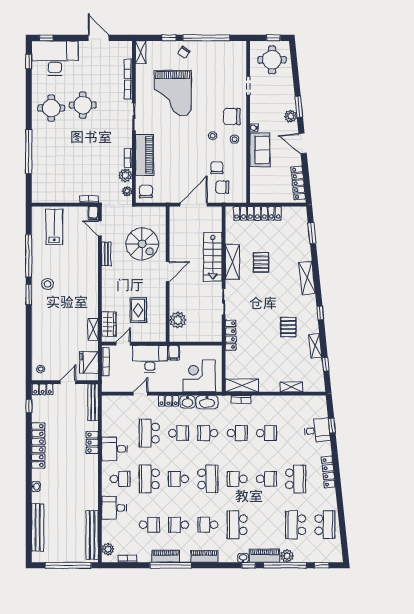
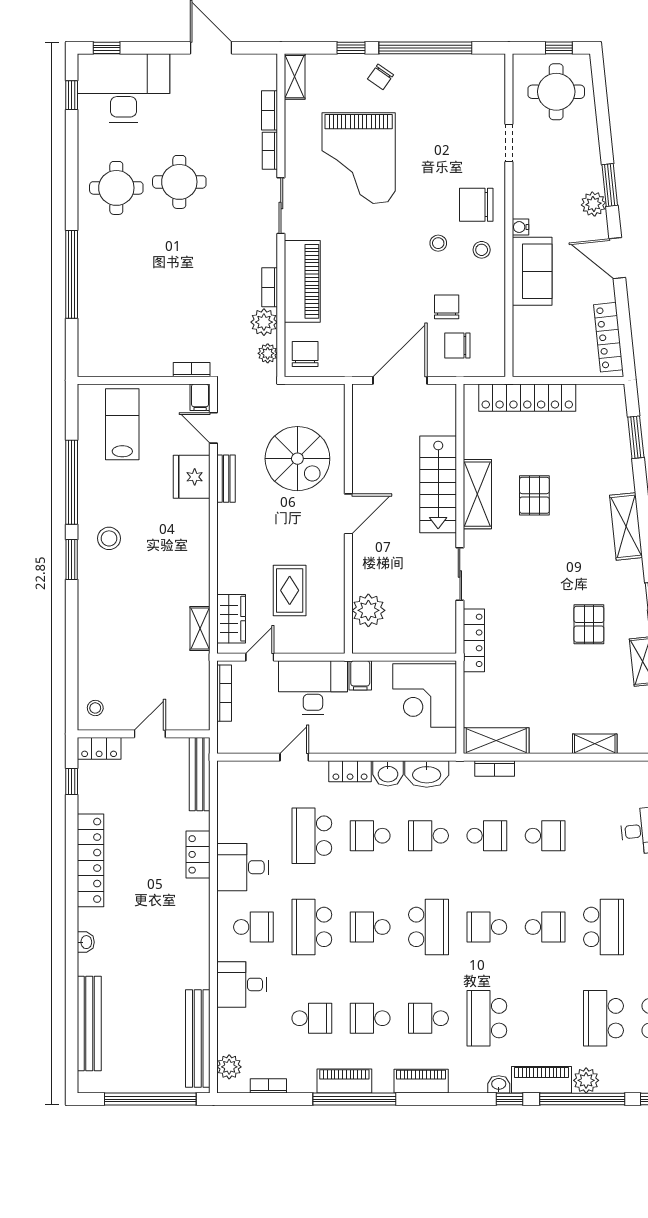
fridge: (89, 362) -> (192, 477), moved
corner desk: (199, 376) -> (425, 695), moved, turned -90
school desk: (179, 433) -> (370, 836), turned 180

